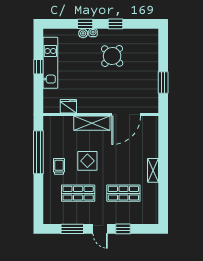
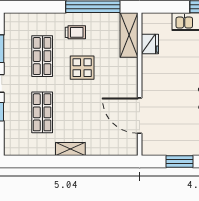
shelving: (92, 123) -> (129, 35), moved

